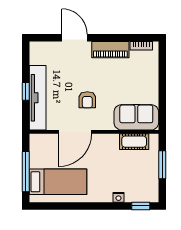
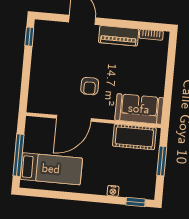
window: (26, 91) -> (29, 37), moved
tv unit: (38, 98) -> (38, 79), removed
cot: (134, 142) -> (134, 137), width x1.37, depth x1.34

